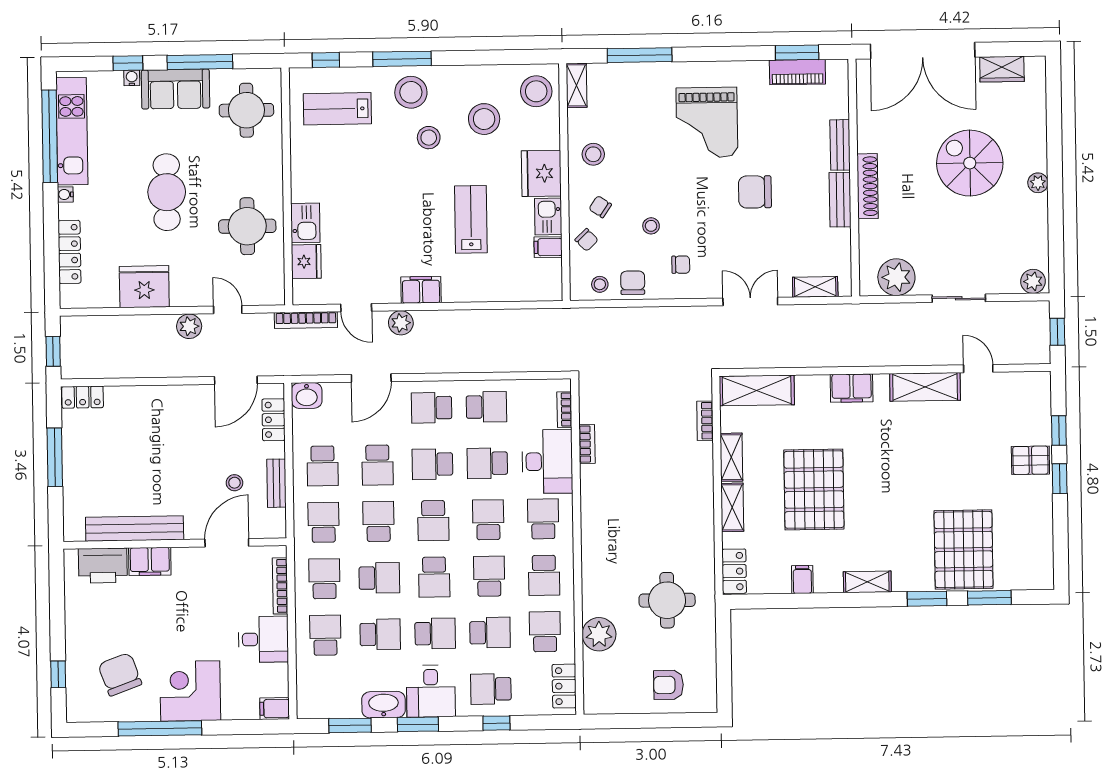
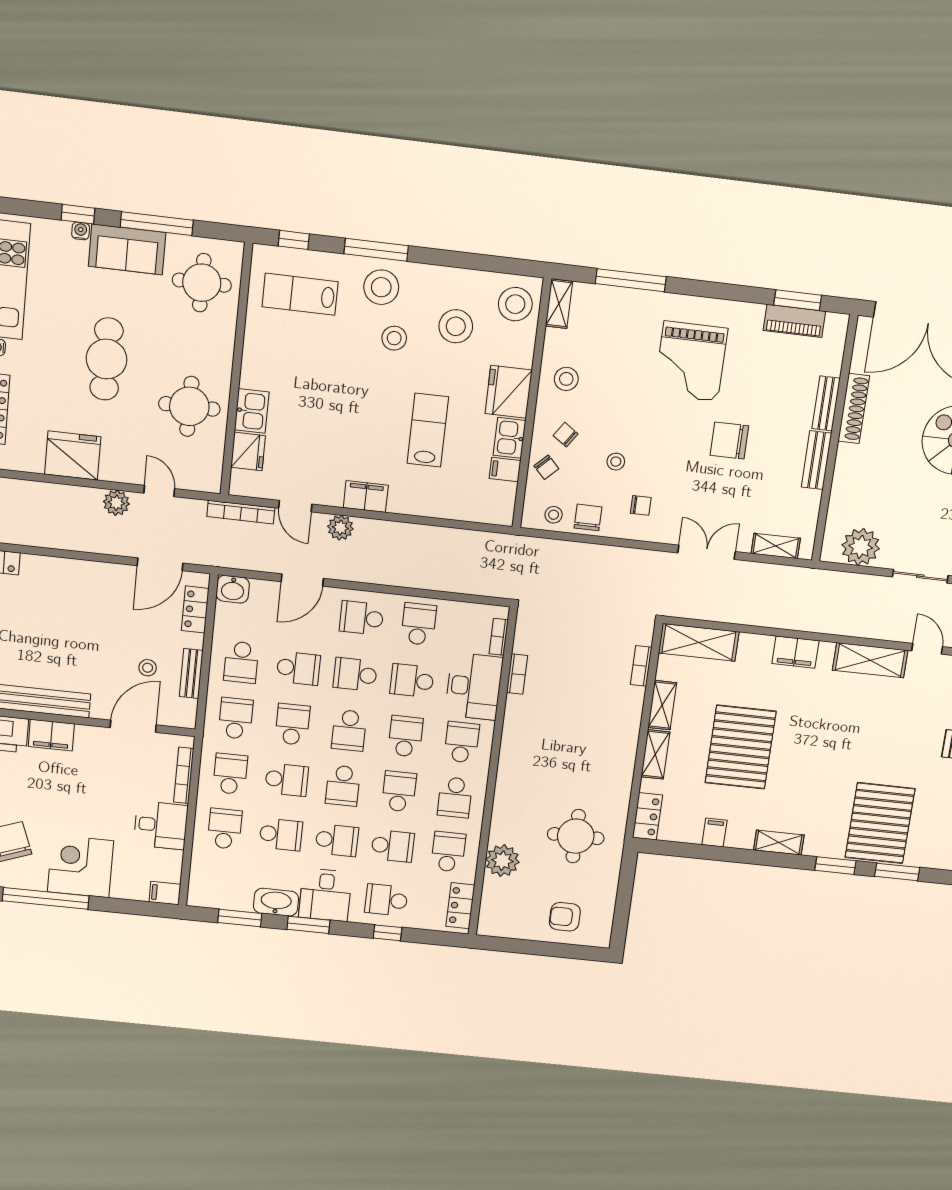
shoe rack: (867, 186) -> (854, 408), moved
school desk: (486, 407) -> (419, 624), turned -90
school desk: (378, 465) -> (298, 668), turned -90

